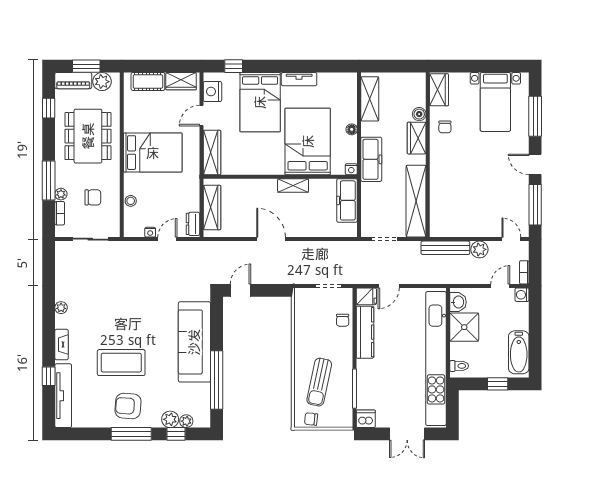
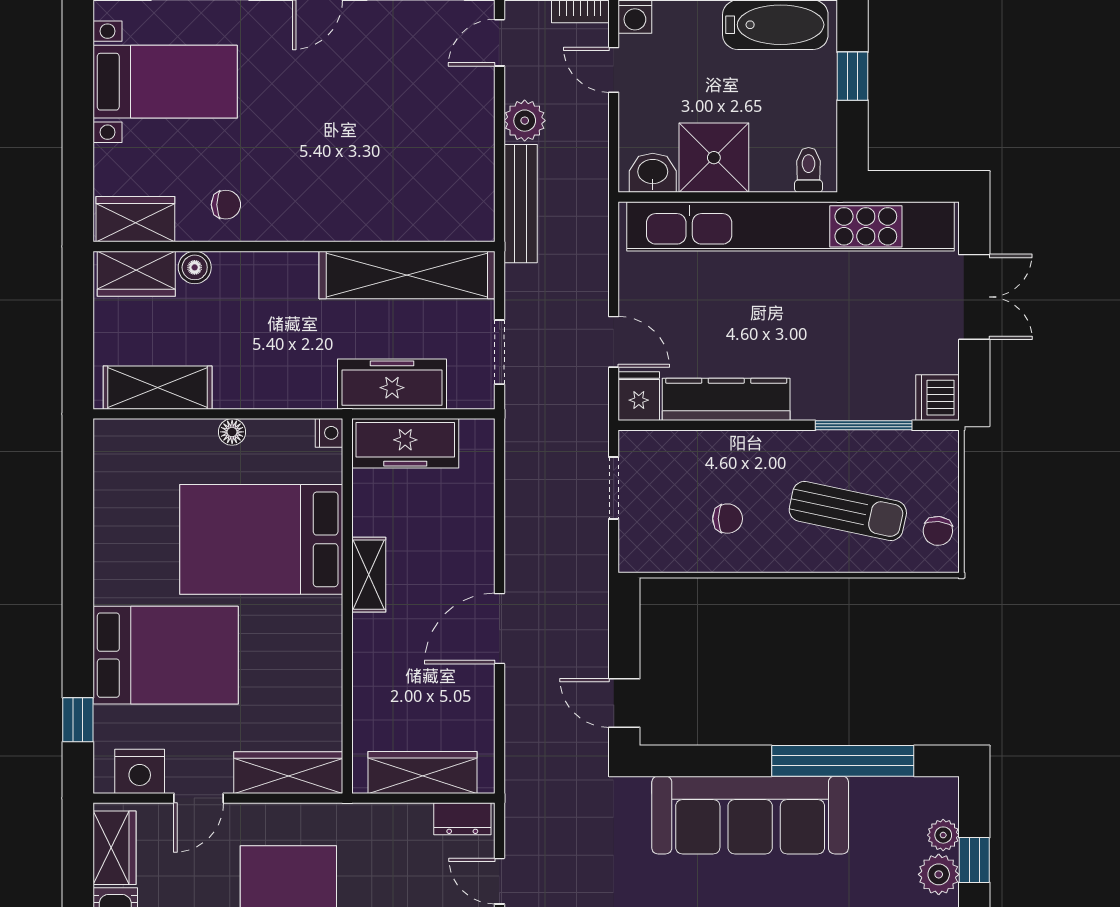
tv unit: (299, 79) -> (109, 560), removed
door: (201, 116) -> (199, 798), hinge flipped
wardrobe: (417, 138) -> (136, 274), moved
freezer: (371, 159) -> (392, 384), moved
chair: (343, 320) -> (728, 519), moved

